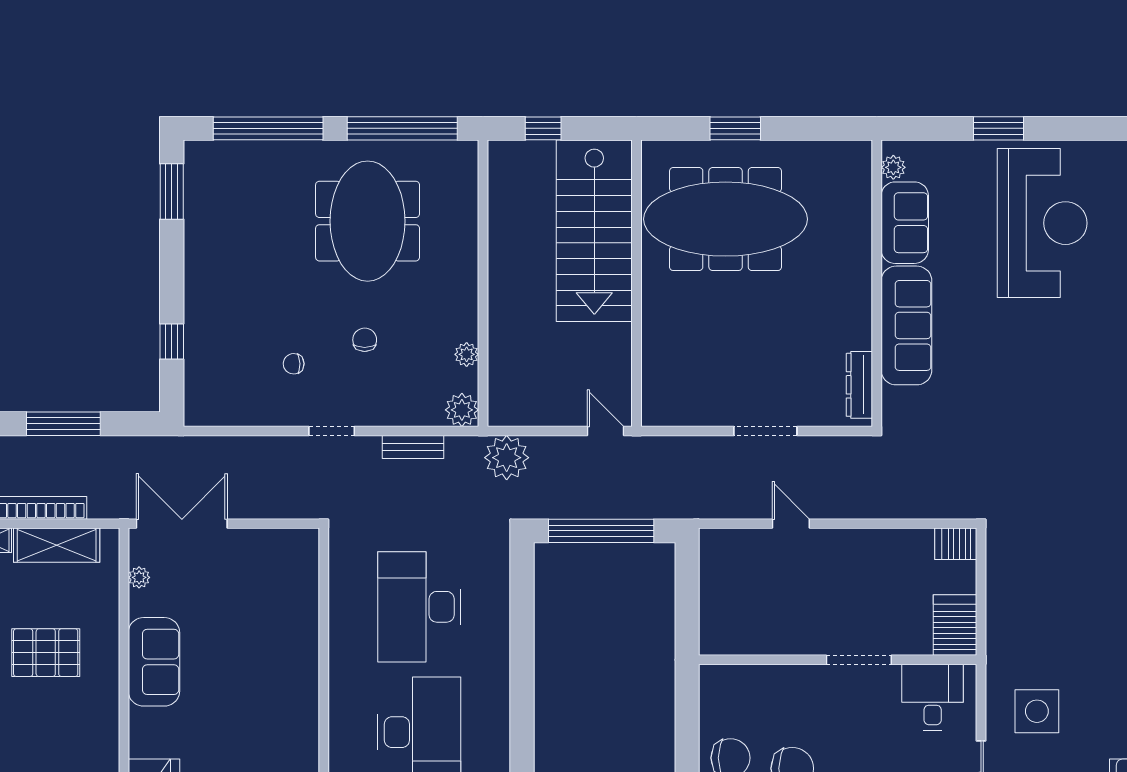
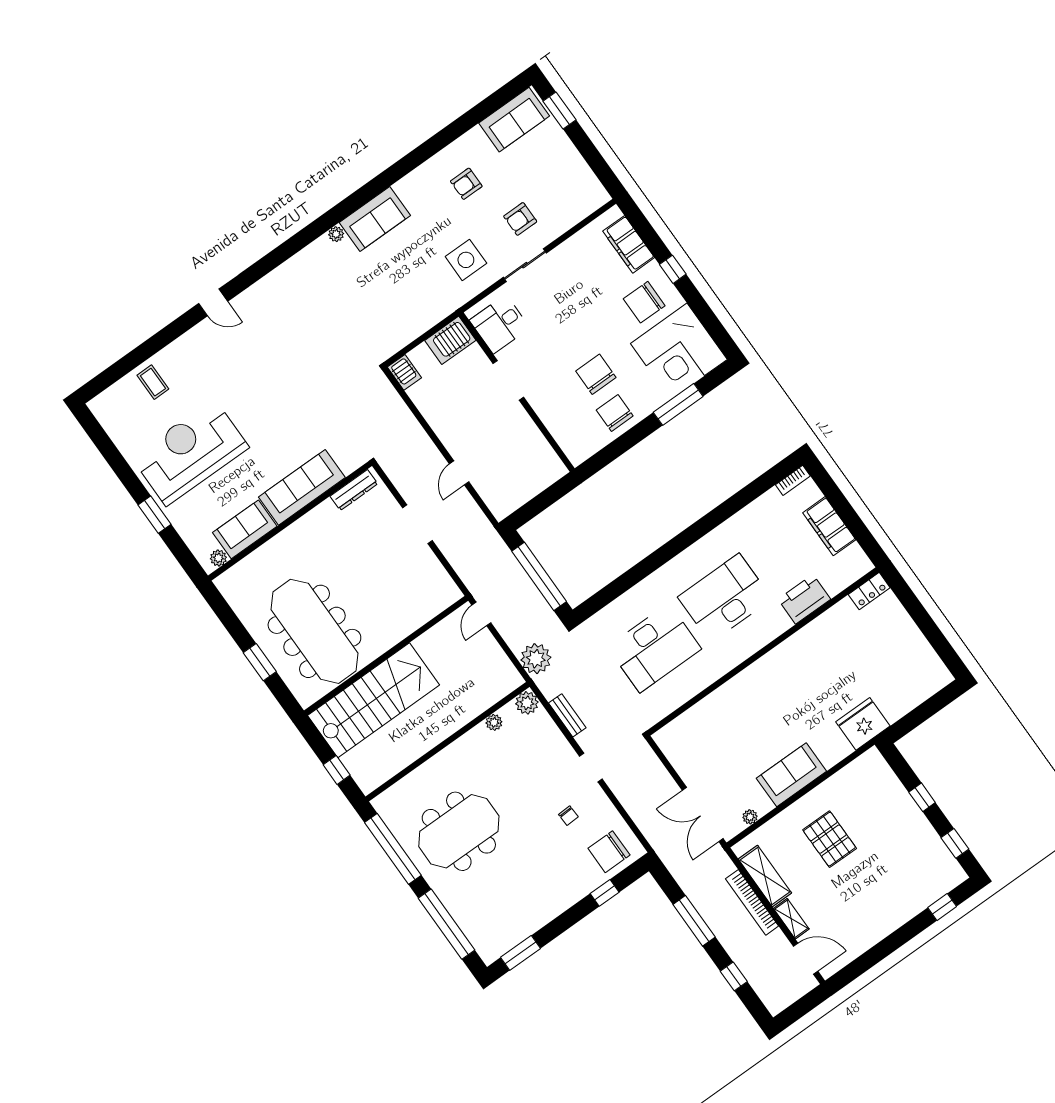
chair: (365, 340) -> (609, 852), moved, width x1.87, depth x1.87

